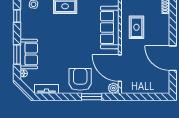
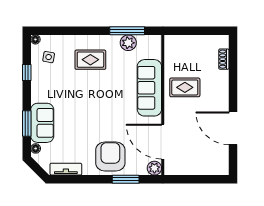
rug: (136, 27) -> (185, 87), turned 90

